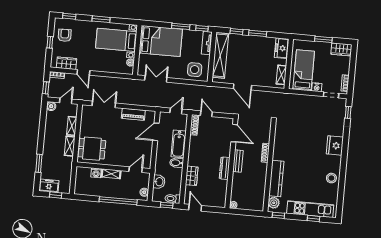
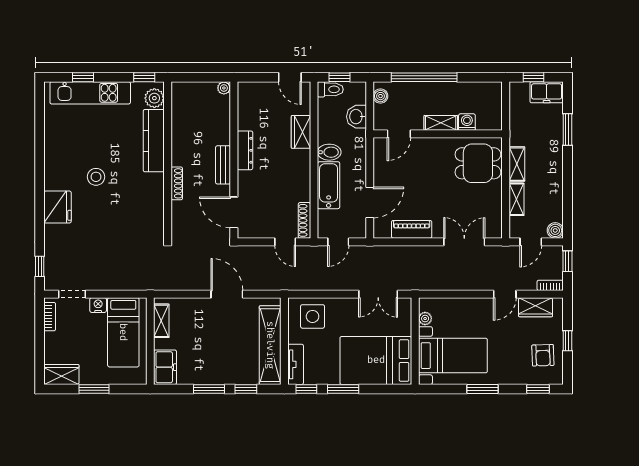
door: (83, 72) -> (505, 294), swing flipped
double door: (104, 104) -> (464, 242), swing flipped
stool: (331, 178) -> (96, 177), moved

